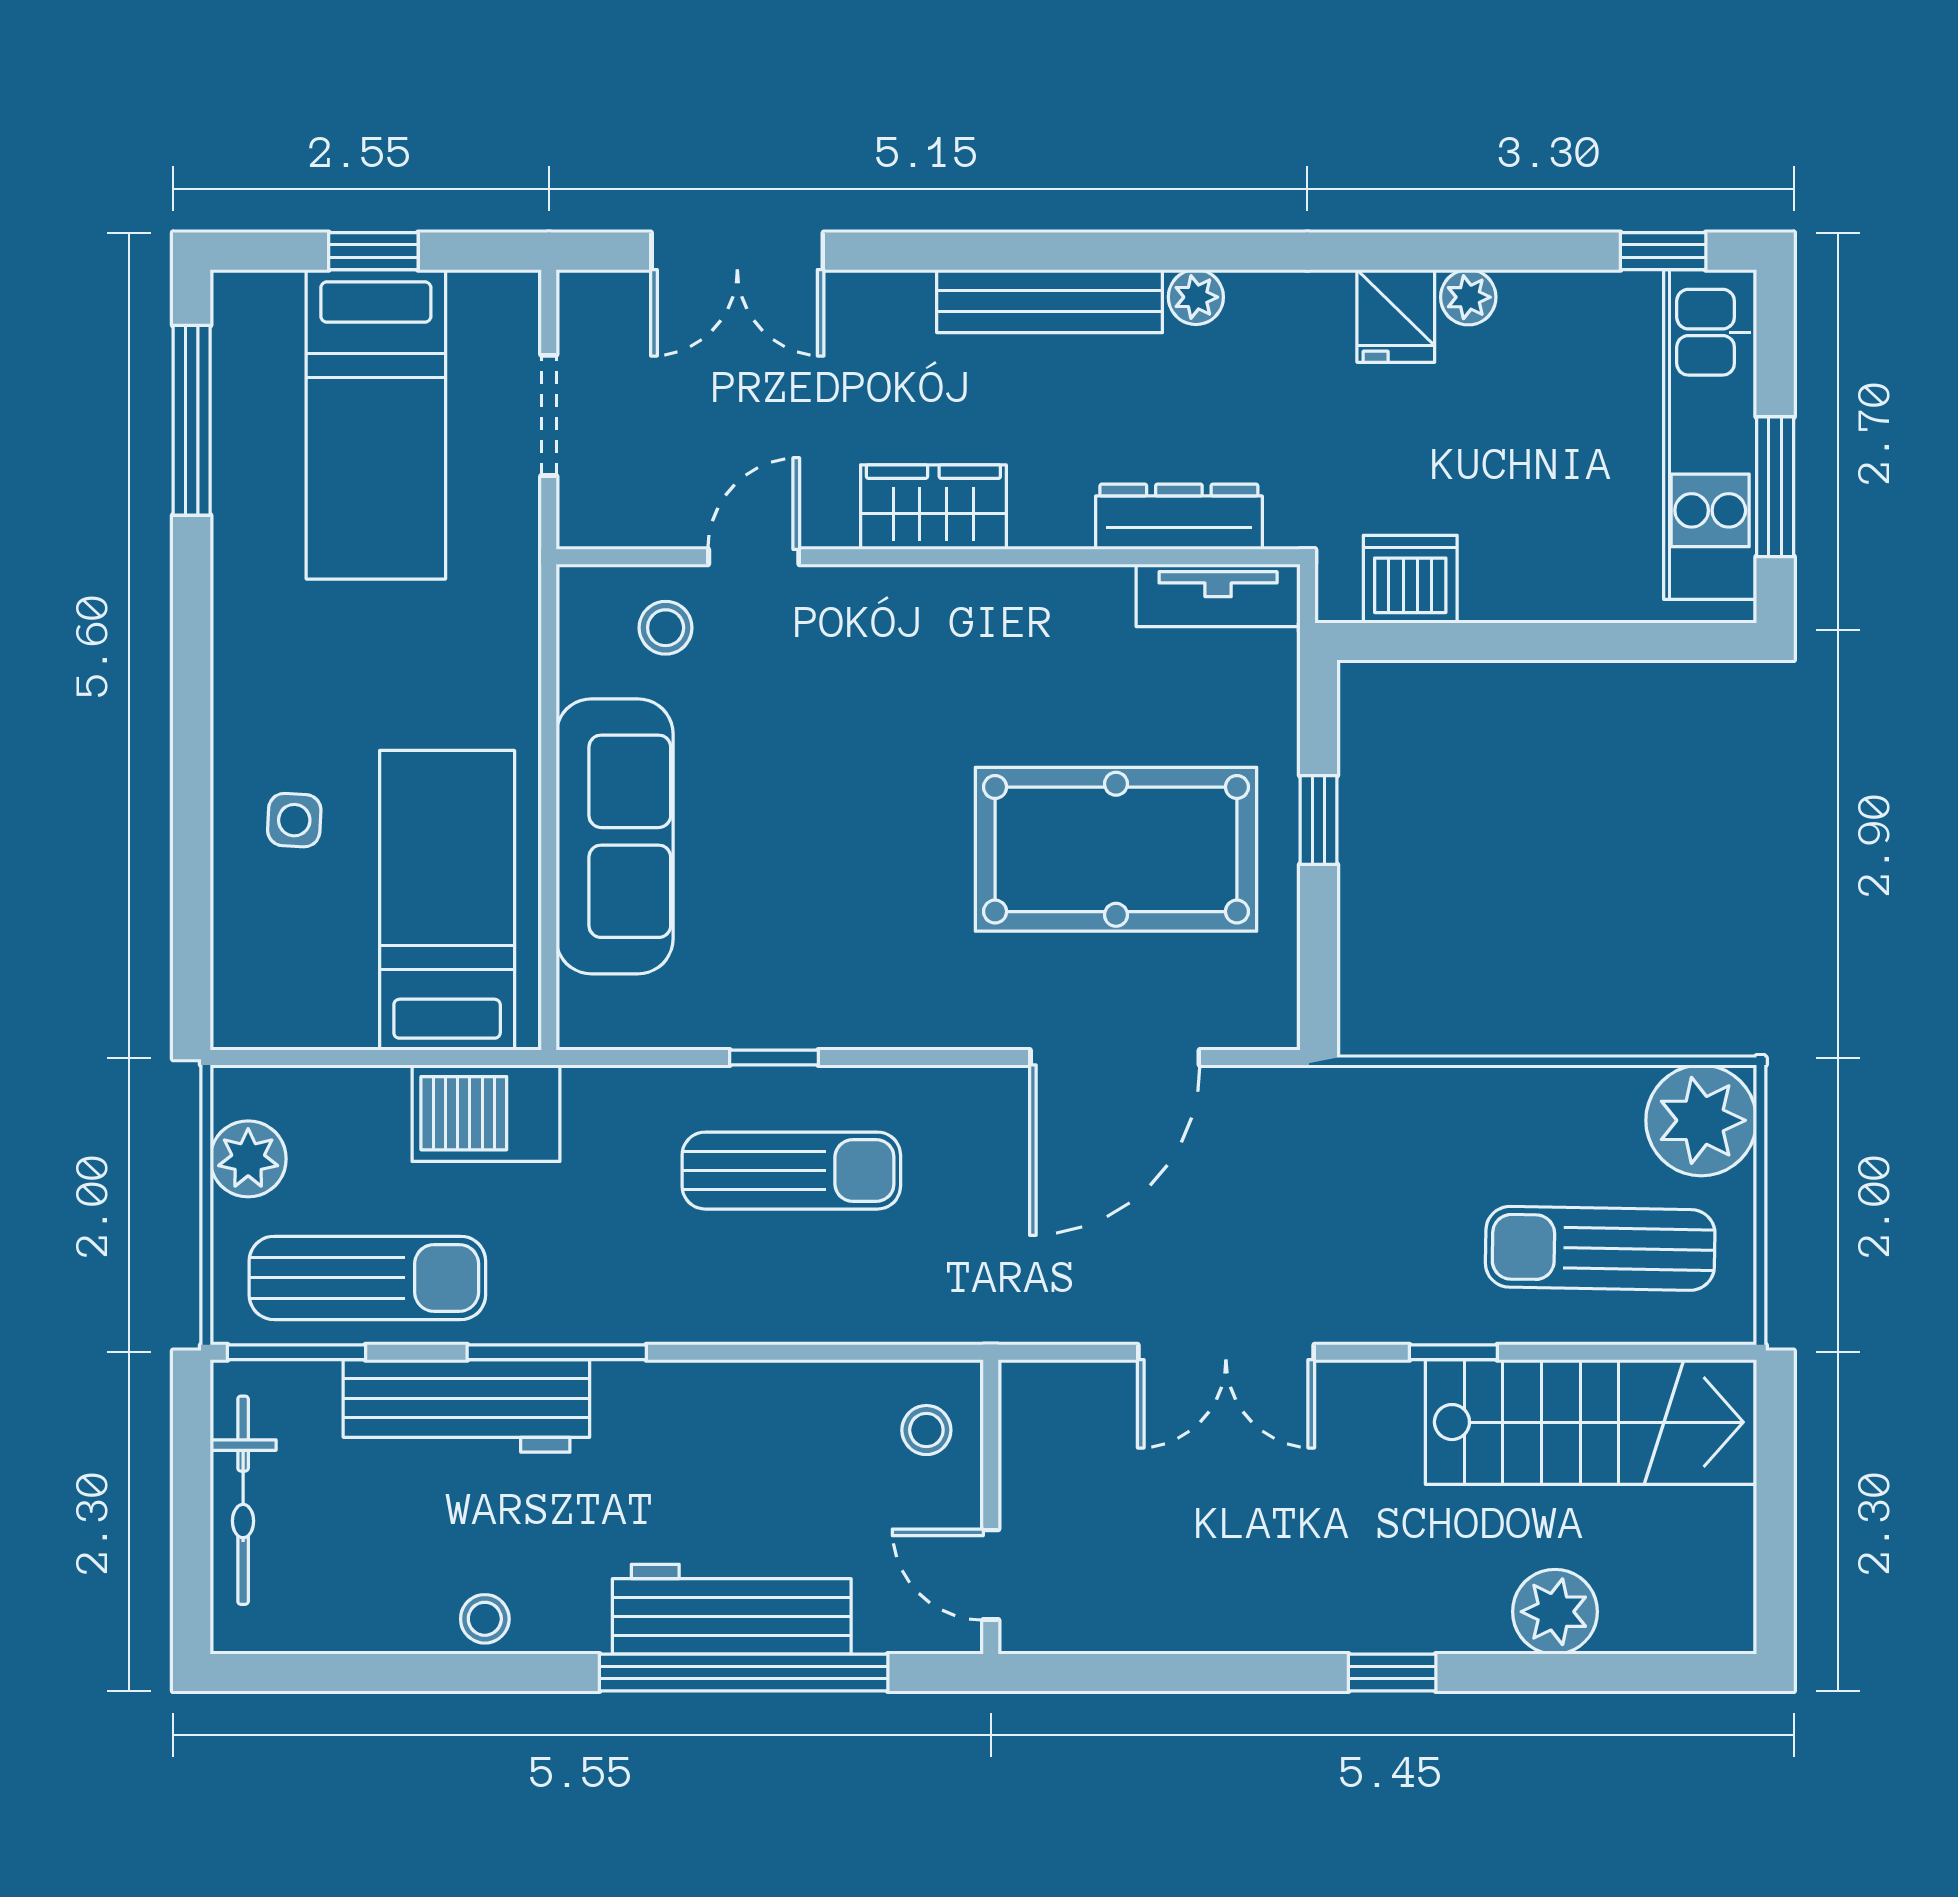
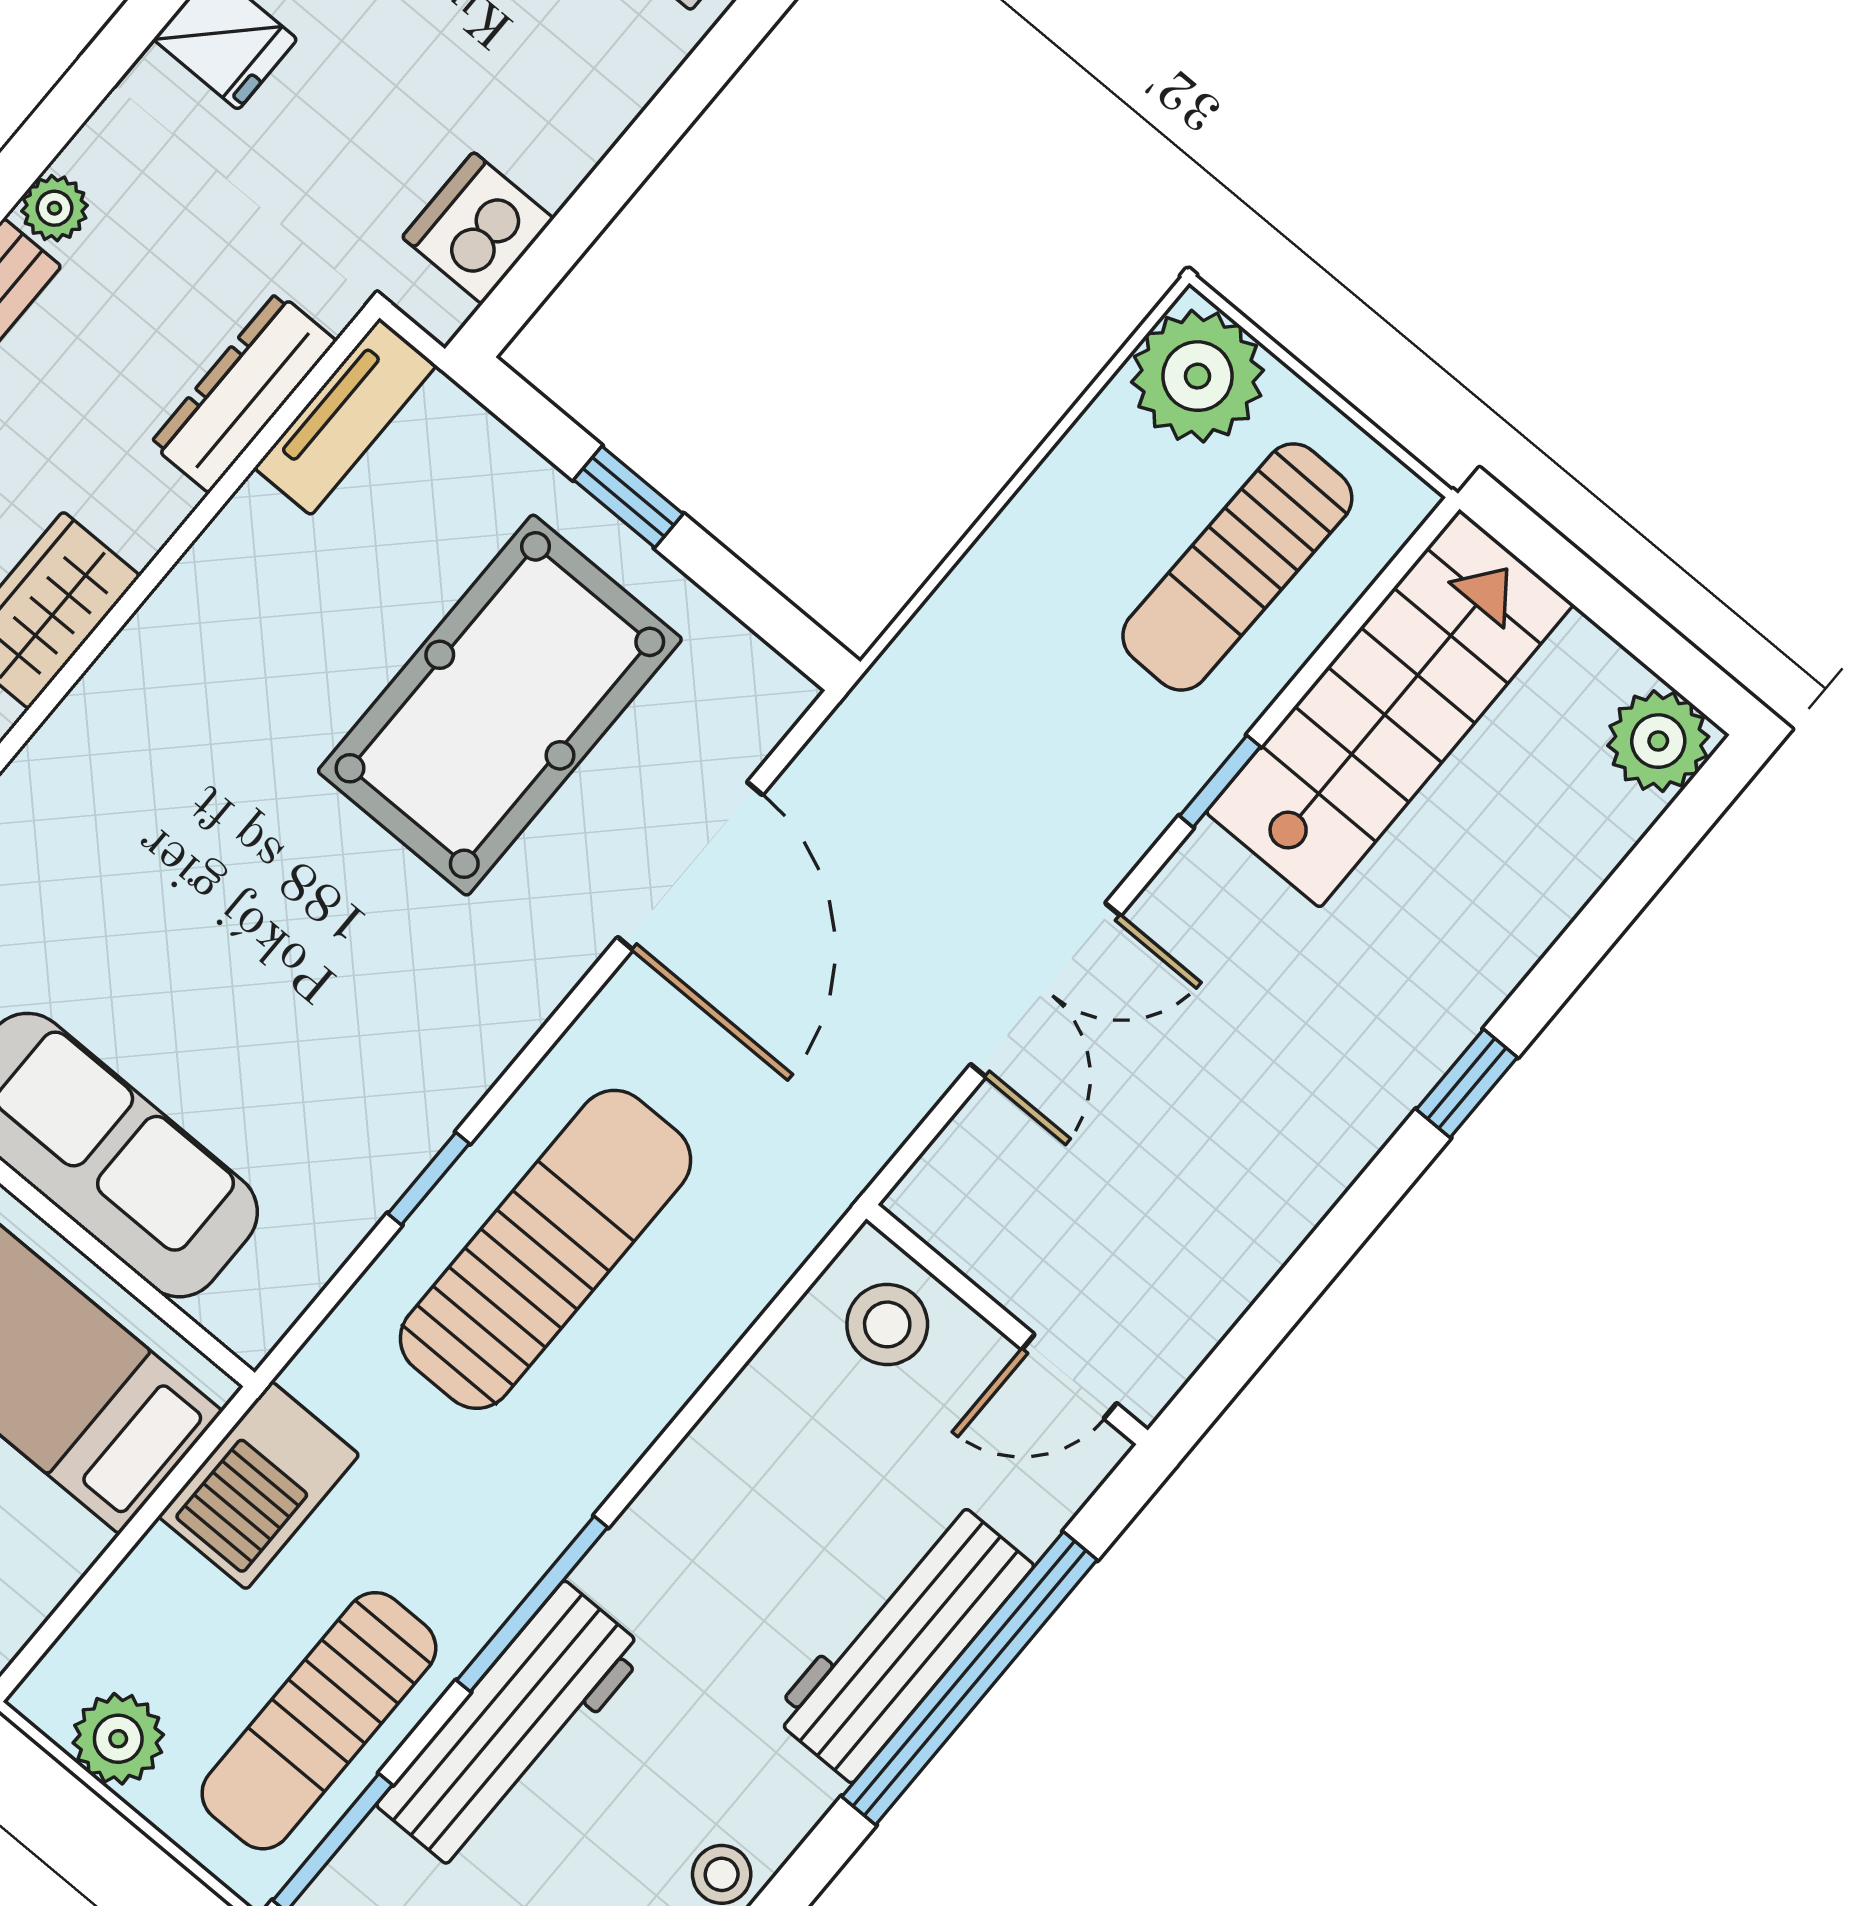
sun lounger: (791, 1171) -> (546, 1249), width x1.36, depth x1.34
sun lounger: (367, 1278) -> (319, 1721), turned 180
stool: (926, 1430) -> (887, 1324), width x1.37, depth x1.37
plant: (1555, 1612) -> (1658, 741), moved

